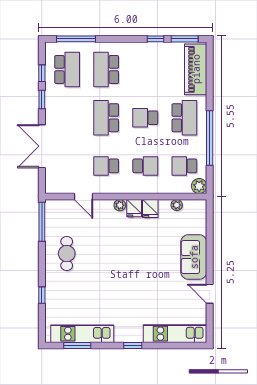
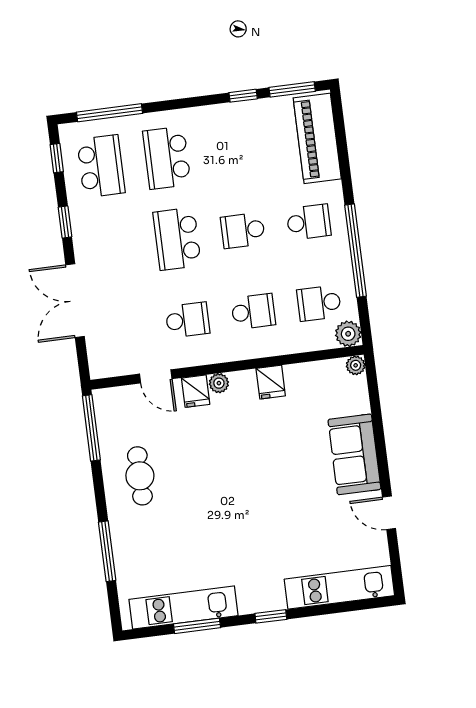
window: (42, 73) -> (57, 158), moved
school desk: (184, 118) -> (309, 222), width x0.54
school desk: (106, 166) -> (187, 320), turned 180
plant: (177, 205) -> (356, 365), moved
fridge: (134, 208) -> (196, 391), moved
window: (42, 295) -> (107, 551), width x2.17
window: (77, 345) -> (197, 626), moved

